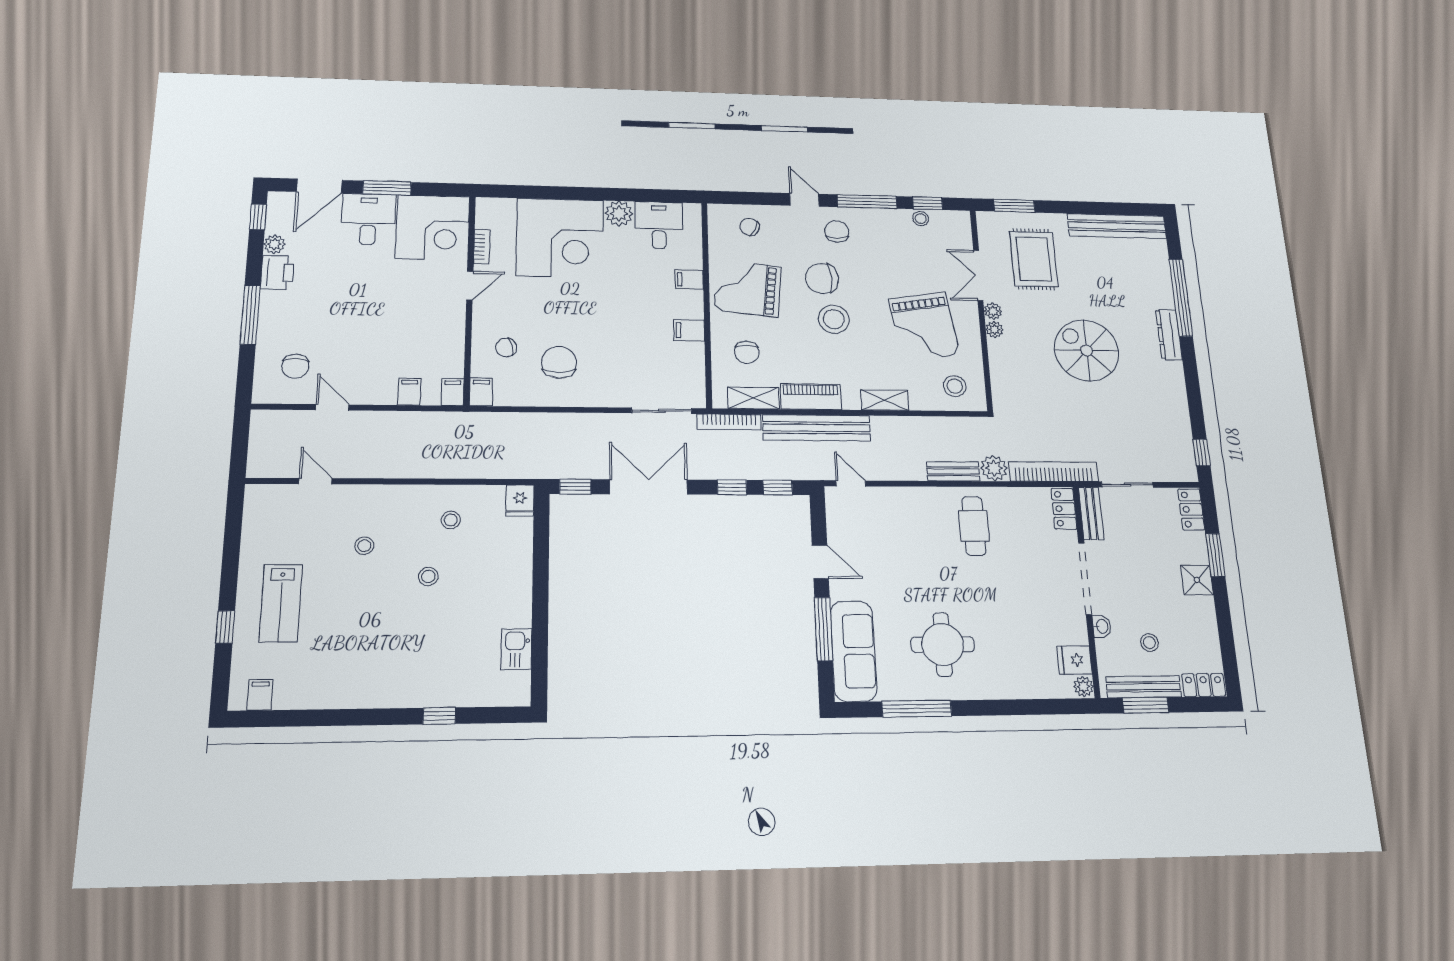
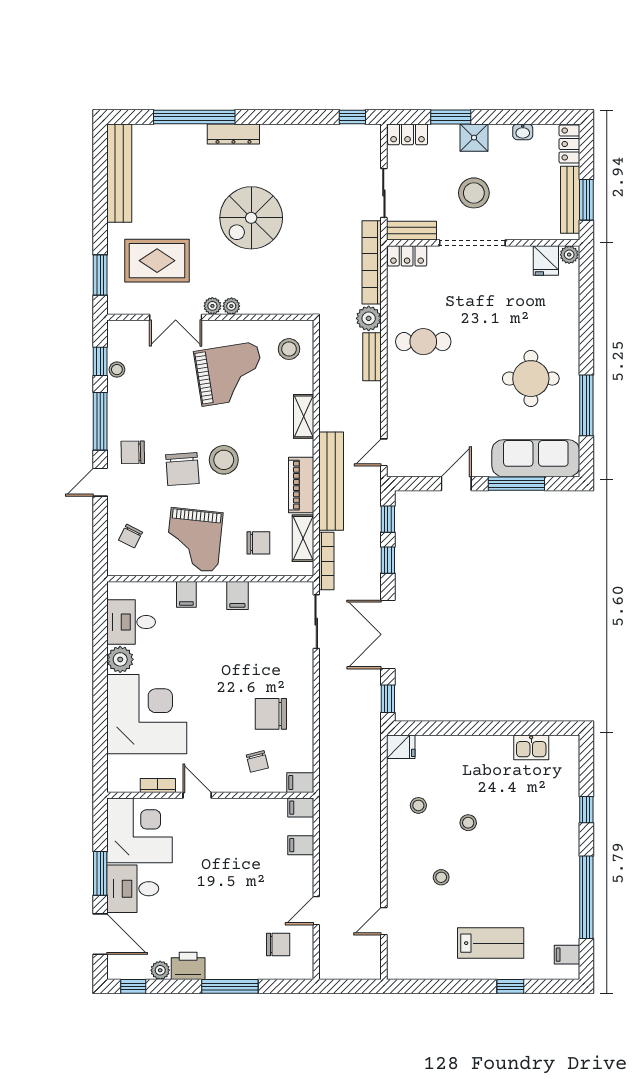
washbasin: (1102, 626) -> (523, 132), moved, turned 180
stool: (1149, 643) -> (474, 193), moved, width x1.89, depth x1.89
window: (330, 718) -> (586, 897), added

